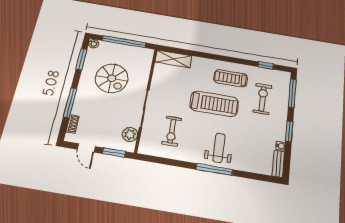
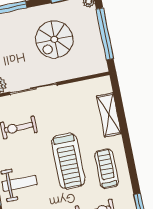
shelving: (174, 59) -> (109, 115), moved

